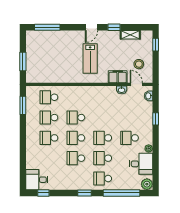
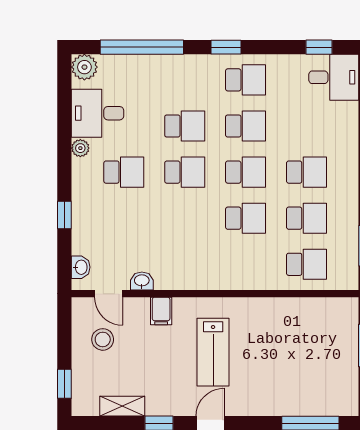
lab bench: (90, 58) -> (213, 352), turned 180
filing cabinet: (118, 77) -> (161, 311), width x0.50
school desk: (103, 179) -> (246, 80), moved

